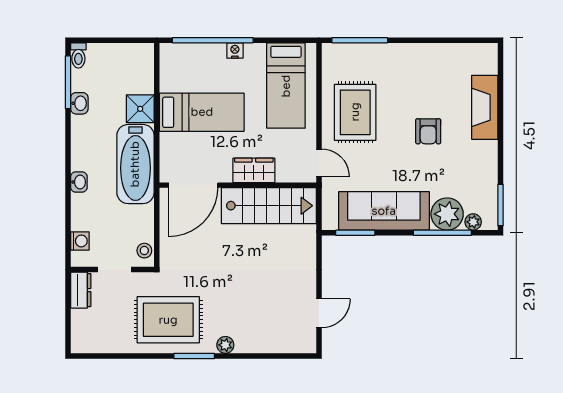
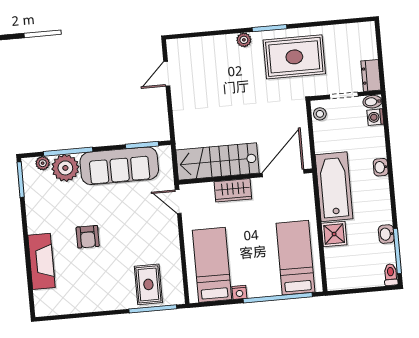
nightstand: (235, 51) -> (239, 292), moved
bed: (202, 112) -> (295, 258), moved, turned 90
rug: (355, 112) -> (148, 284), moved, width x0.73, depth x0.70
armchair: (428, 131) -> (88, 237), turned 180
bidet: (82, 259) -> (372, 102), added

